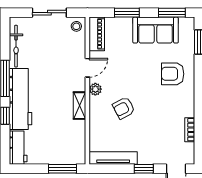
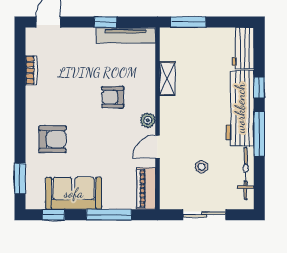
window: (127, 13) -> (109, 215), width x1.44
window: (172, 13) -> (53, 215), width x0.67
stool: (76, 26) -> (202, 167), moved
shelving: (79, 106) -> (167, 79), moved
armchair: (124, 108) -> (113, 97), turned -152
window: (144, 169) -> (105, 22), moved

